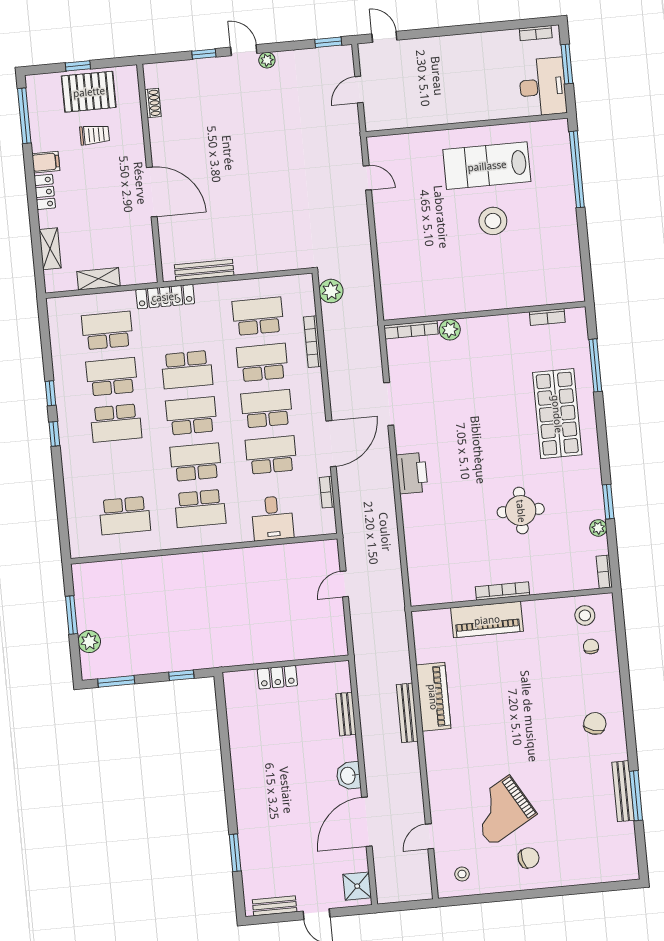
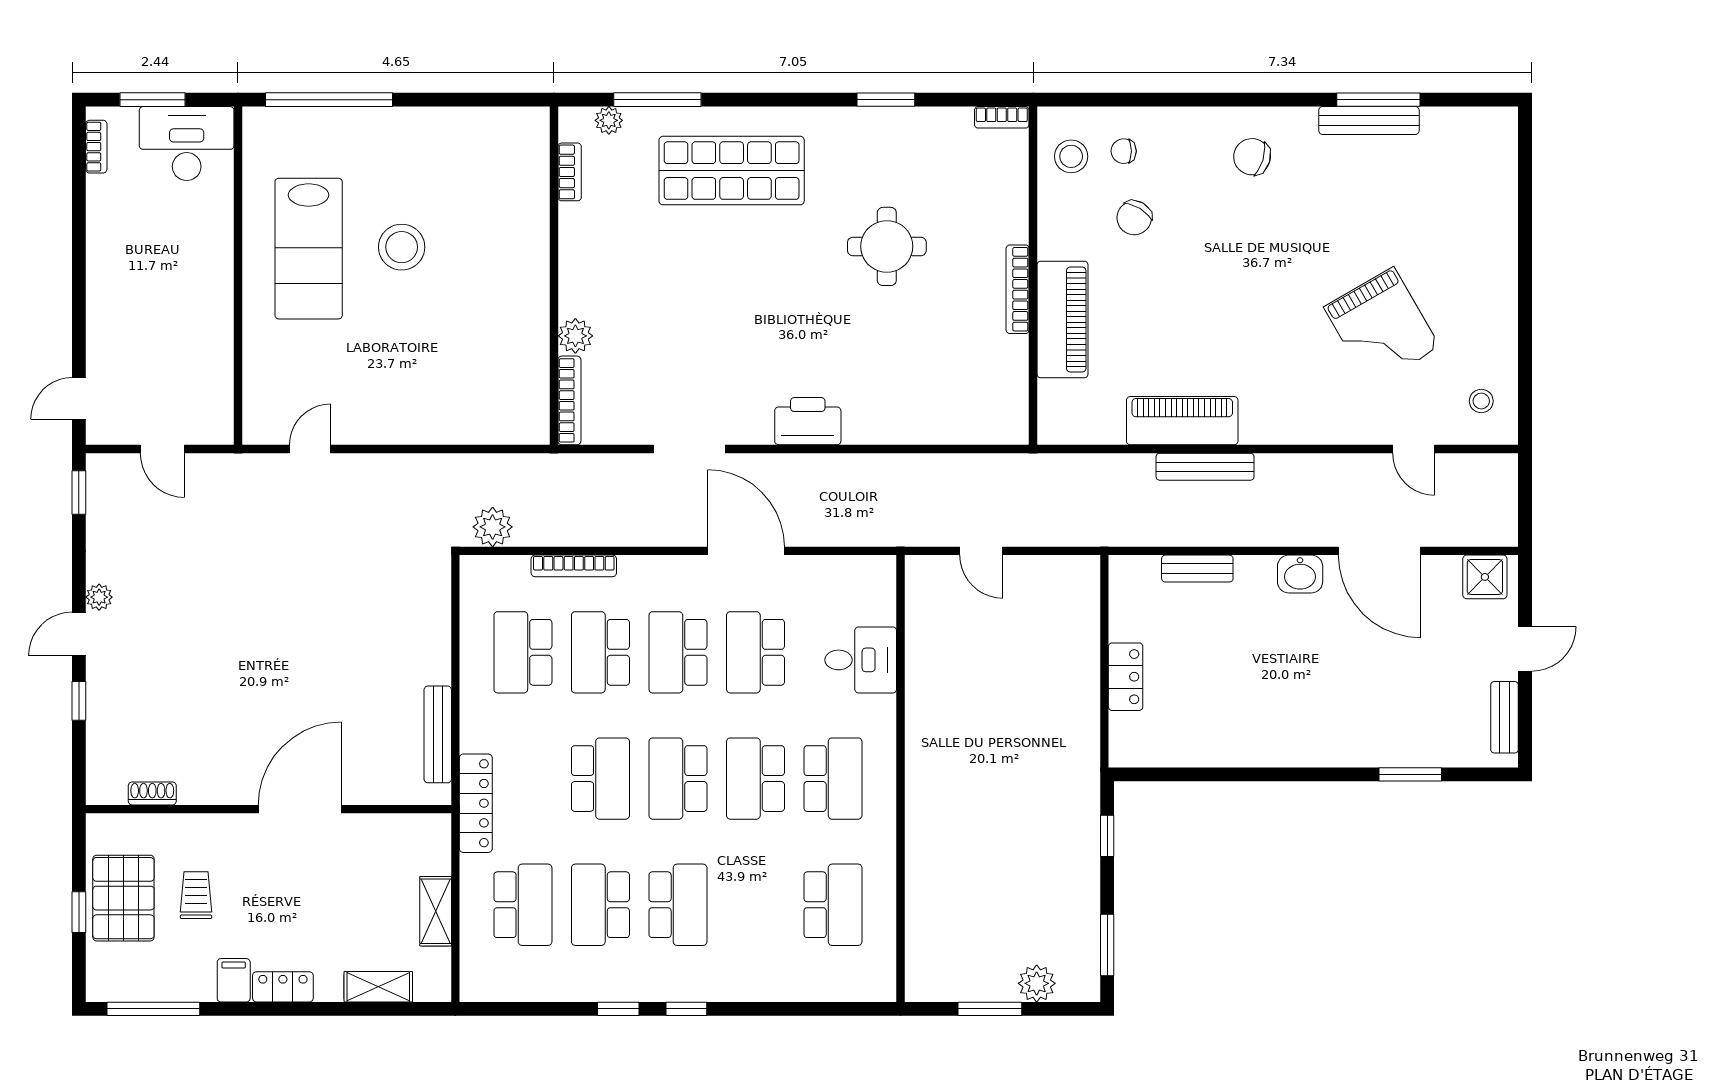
school desk: (107, 330) -> (523, 905), turned 180
bookcase: (327, 492) -> (826, 565), removed
plant: (598, 528) -> (609, 120), moved
chair: (529, 858) -> (1134, 218), moved, turned -135

